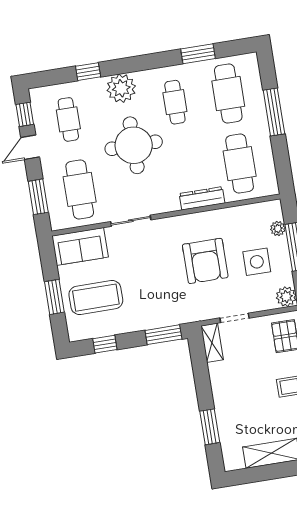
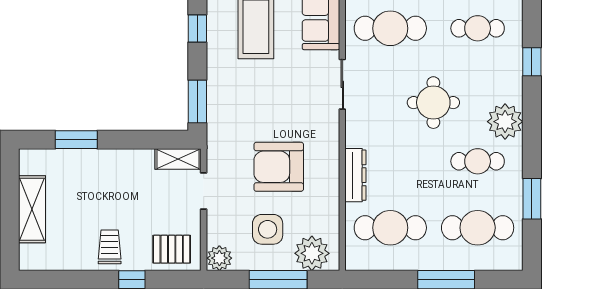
plant: (121, 88) -> (505, 122), moved
round table: (134, 145) -> (433, 103), width x0.73, depth x0.73
plant: (278, 229) -> (312, 253), width x1.87, depth x1.87

